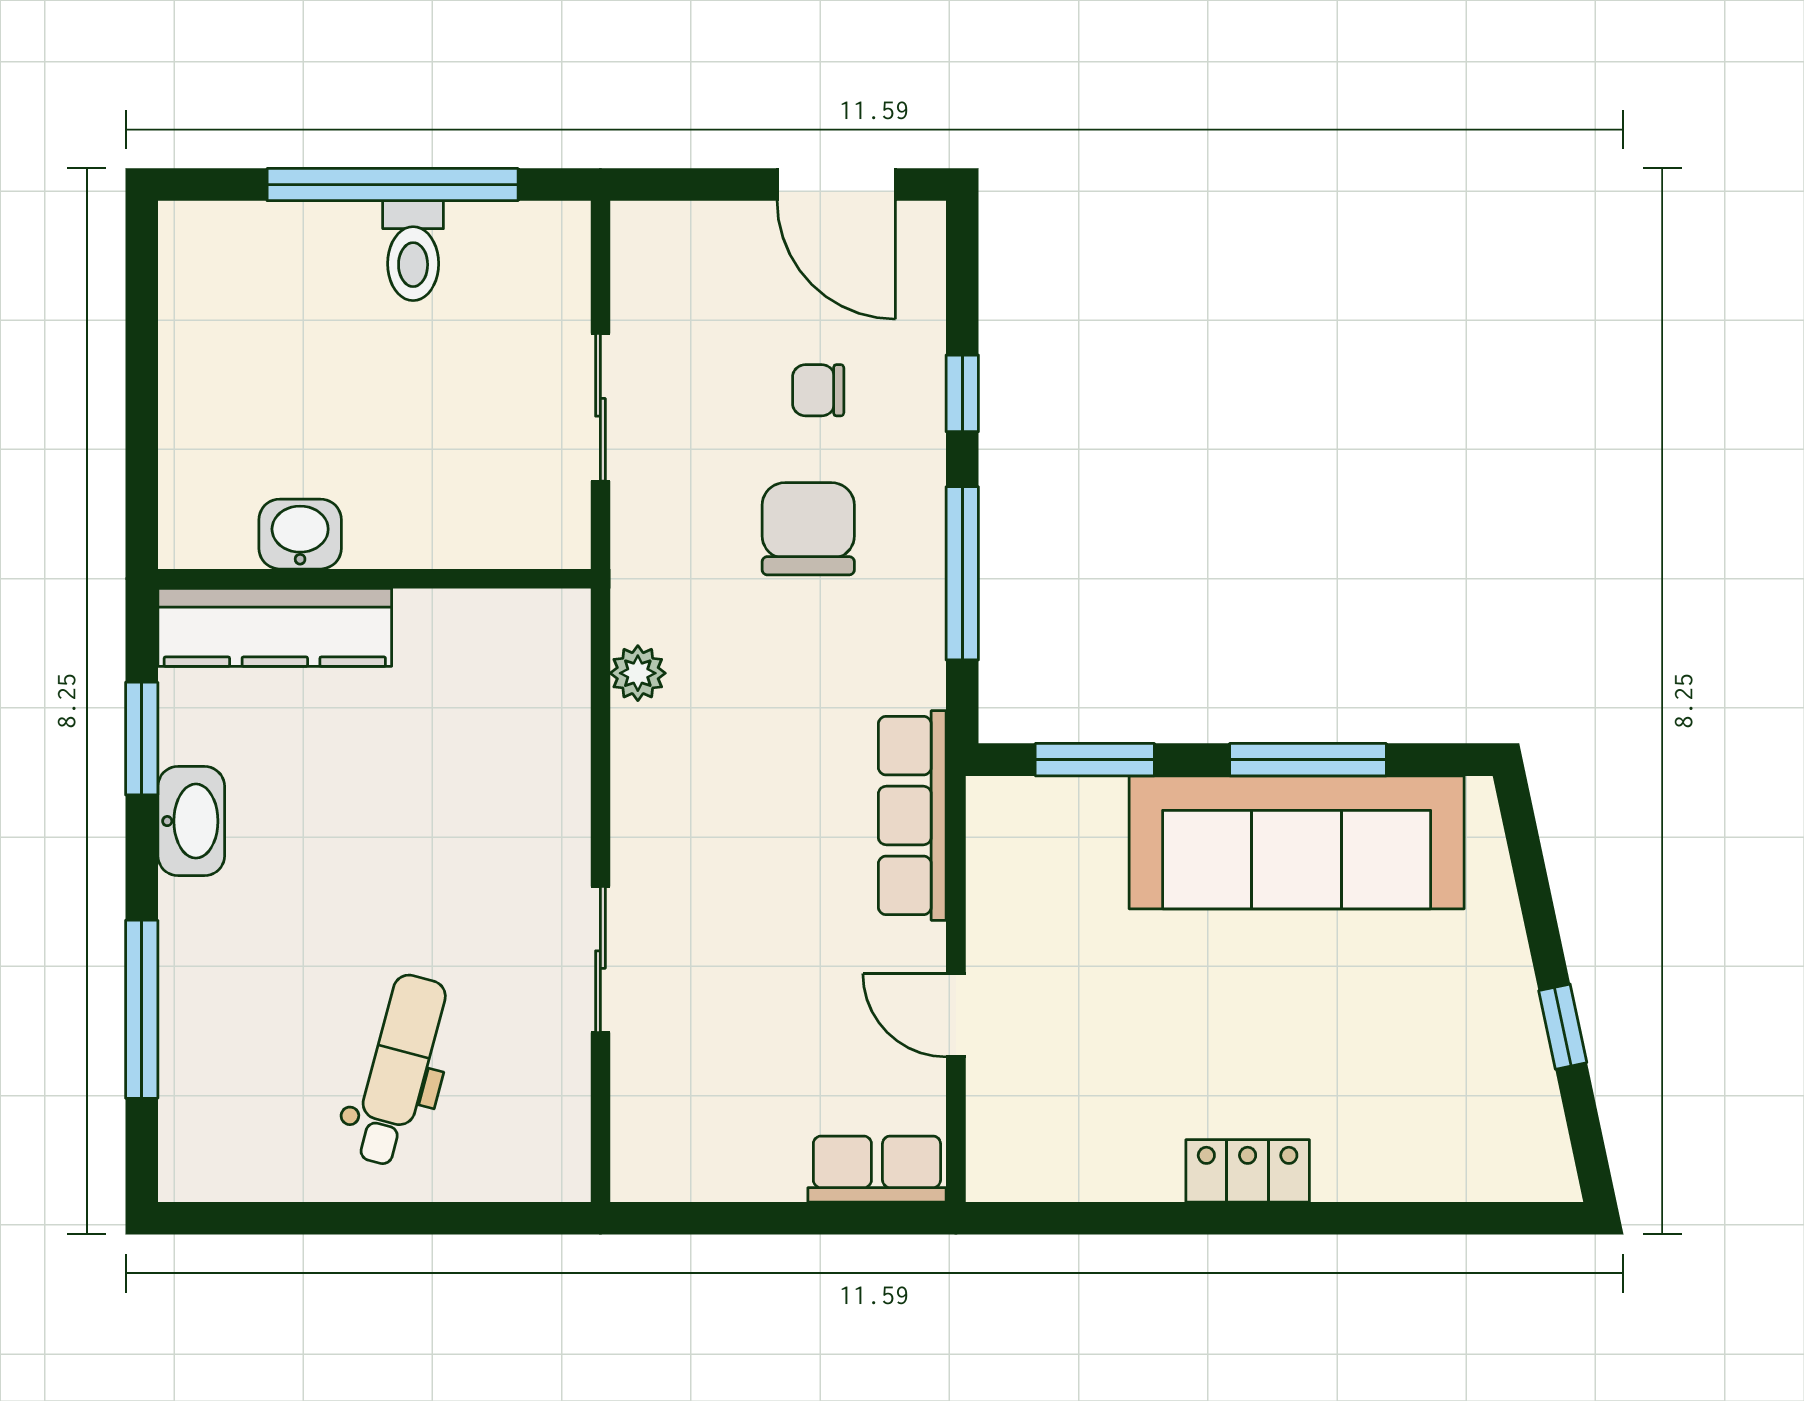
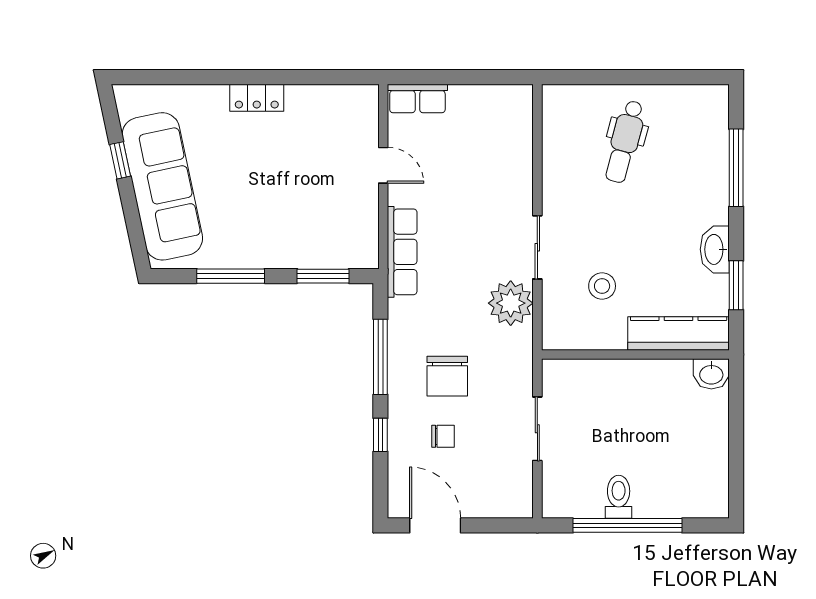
washbasin: (300, 534) -> (711, 374), moved
plant: (638, 673) -> (511, 303), width x1.87, depth x1.87
stool: (451, 737) -> (602, 286), added
sofa: (1297, 842) -> (162, 186), moved, turned 78
sliding door: (600, 960) -> (537, 247), moved

